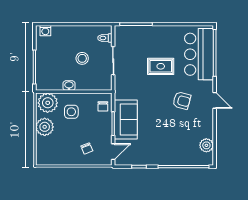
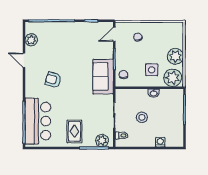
washing machine: (45, 31) -> (160, 142), moved
plant: (127, 32) -> (102, 141), added
rug: (161, 66) -> (74, 131), moved, turned 90
door: (215, 100) -> (24, 60), moved
sofa: (126, 119) -> (103, 77), moved

